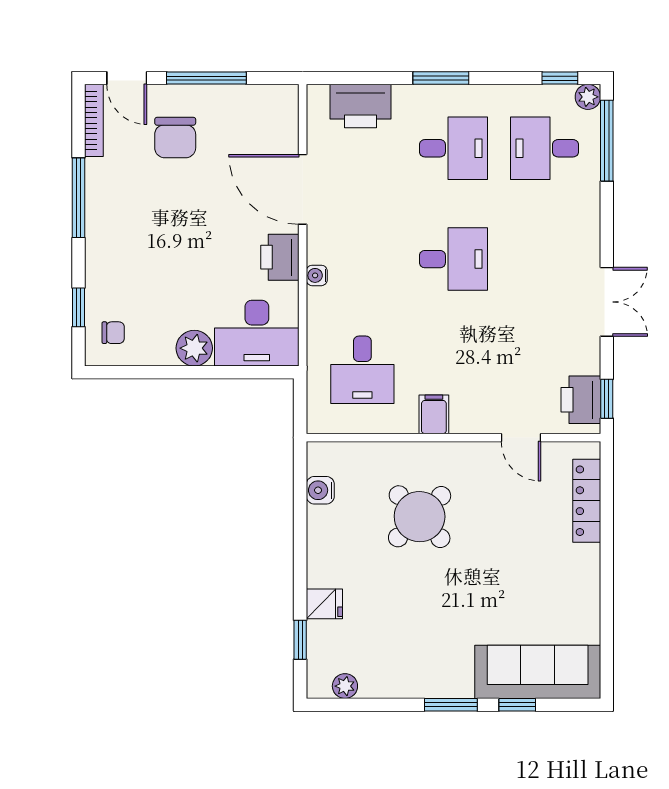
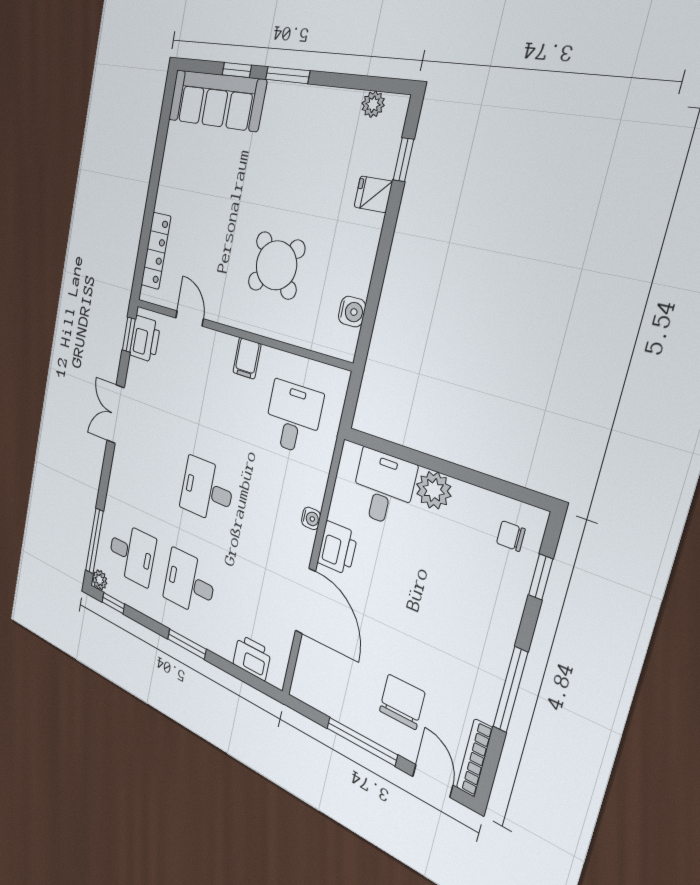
printer: (360, 106) -> (252, 657), width x0.73, depth x0.84
desk: (257, 333) -> (383, 488), width x0.73

